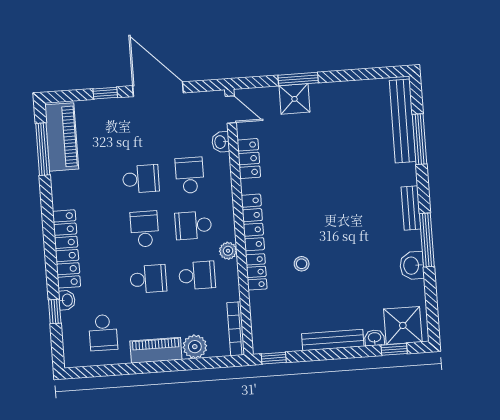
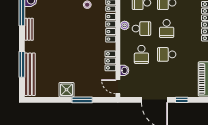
shower: (294, 99) -> (66, 90), moved
plant: (228, 251) -> (125, 25), moved

